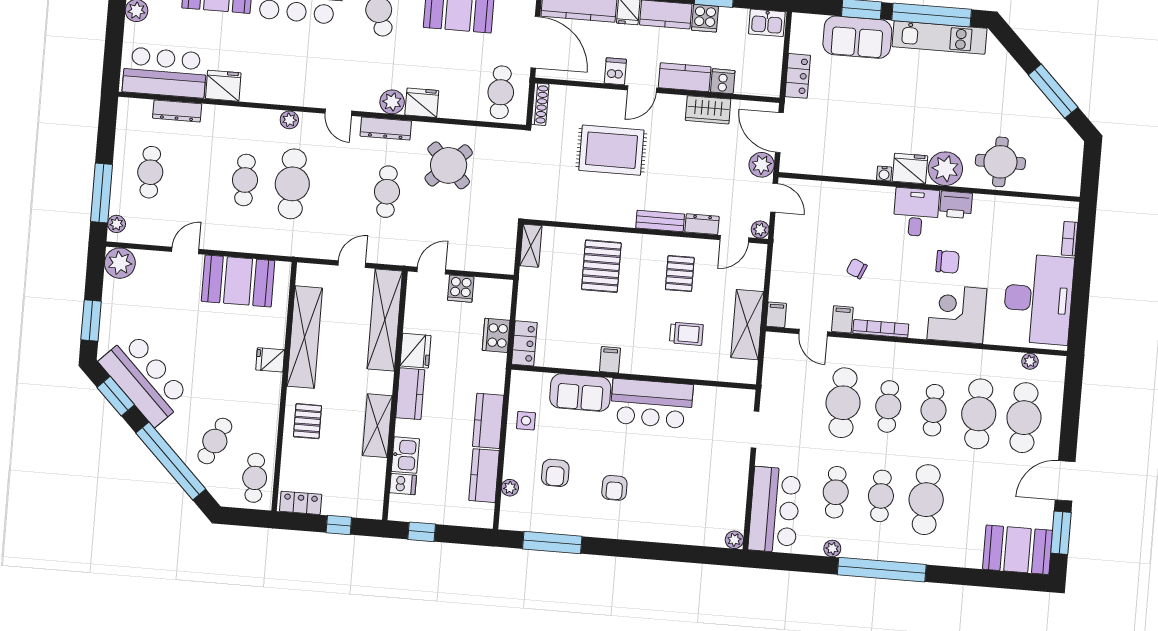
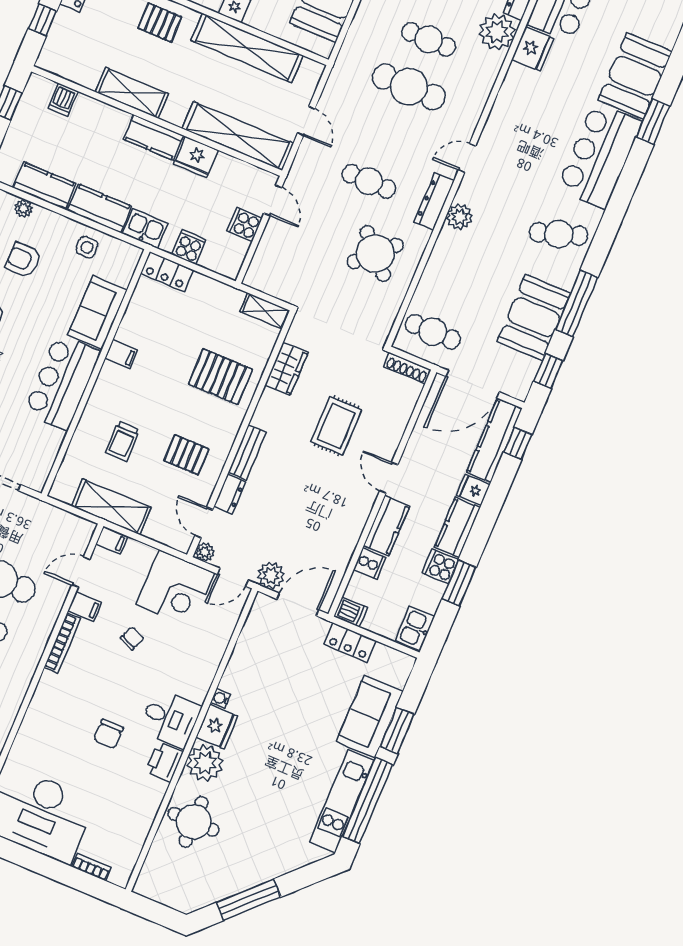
dishwasher: (615, 71) -> (351, 612), moved
fridge: (422, 103) -> (449, 247), removed
wardrobe: (708, 110) -> (286, 369), moved, turned 180
plant: (289, 120) -> (497, 32), moved, width x1.88, depth x1.88
rug: (611, 150) -> (336, 426), width x0.73, depth x0.70
corner desk: (957, 314) -> (175, 589), moved, turned 90
cooker: (496, 335) -> (189, 247), width x0.73
kitchen sink: (405, 455) -> (145, 228), moved, turned 180

